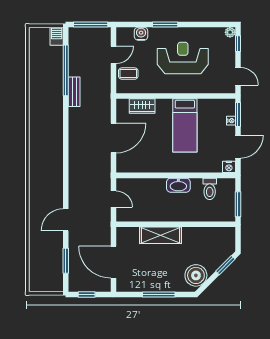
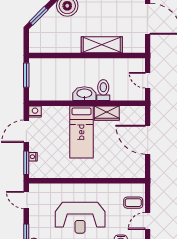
wardrobe: (142, 106) -> (107, 113), moved, turned 180
bed: (185, 125) -> (82, 132), moved, turned 180
door: (113, 138) -> (148, 140), hinge flipped
toilet: (210, 189) -> (103, 90), moved

